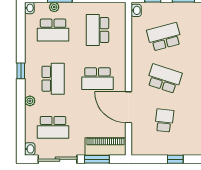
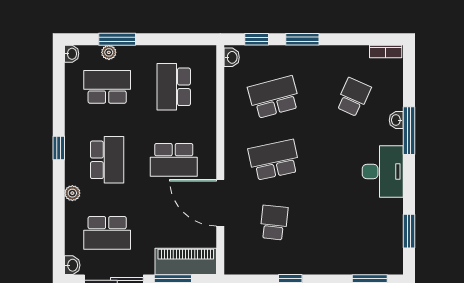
school desk: (53, 30) -> (107, 87), turned 180
school desk: (164, 79) -> (274, 160), turned -30

